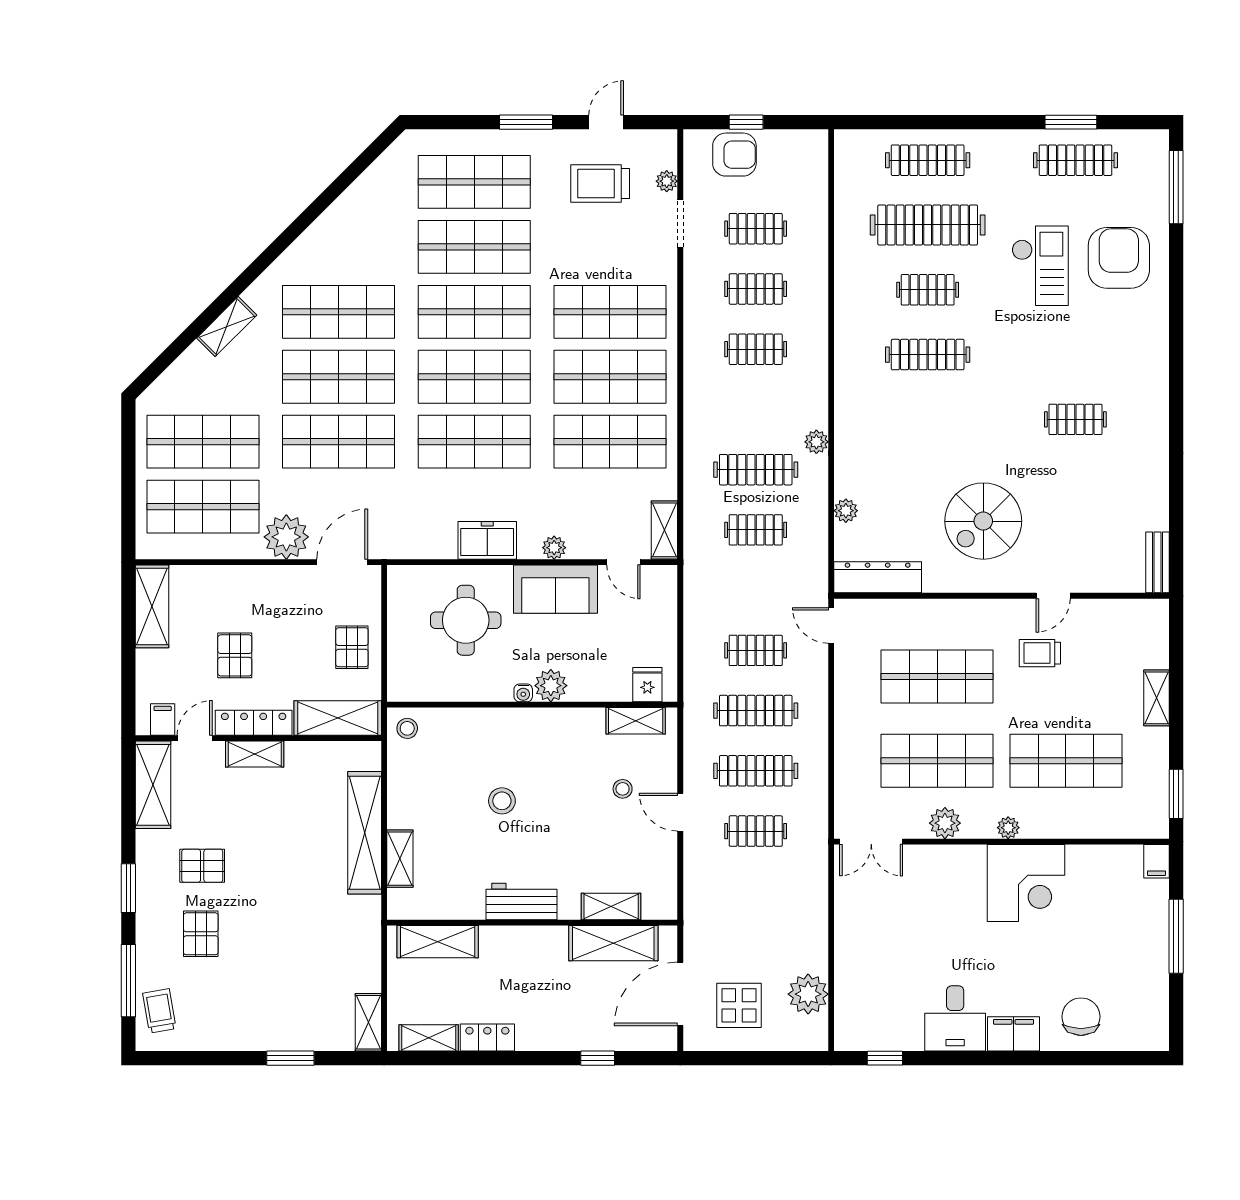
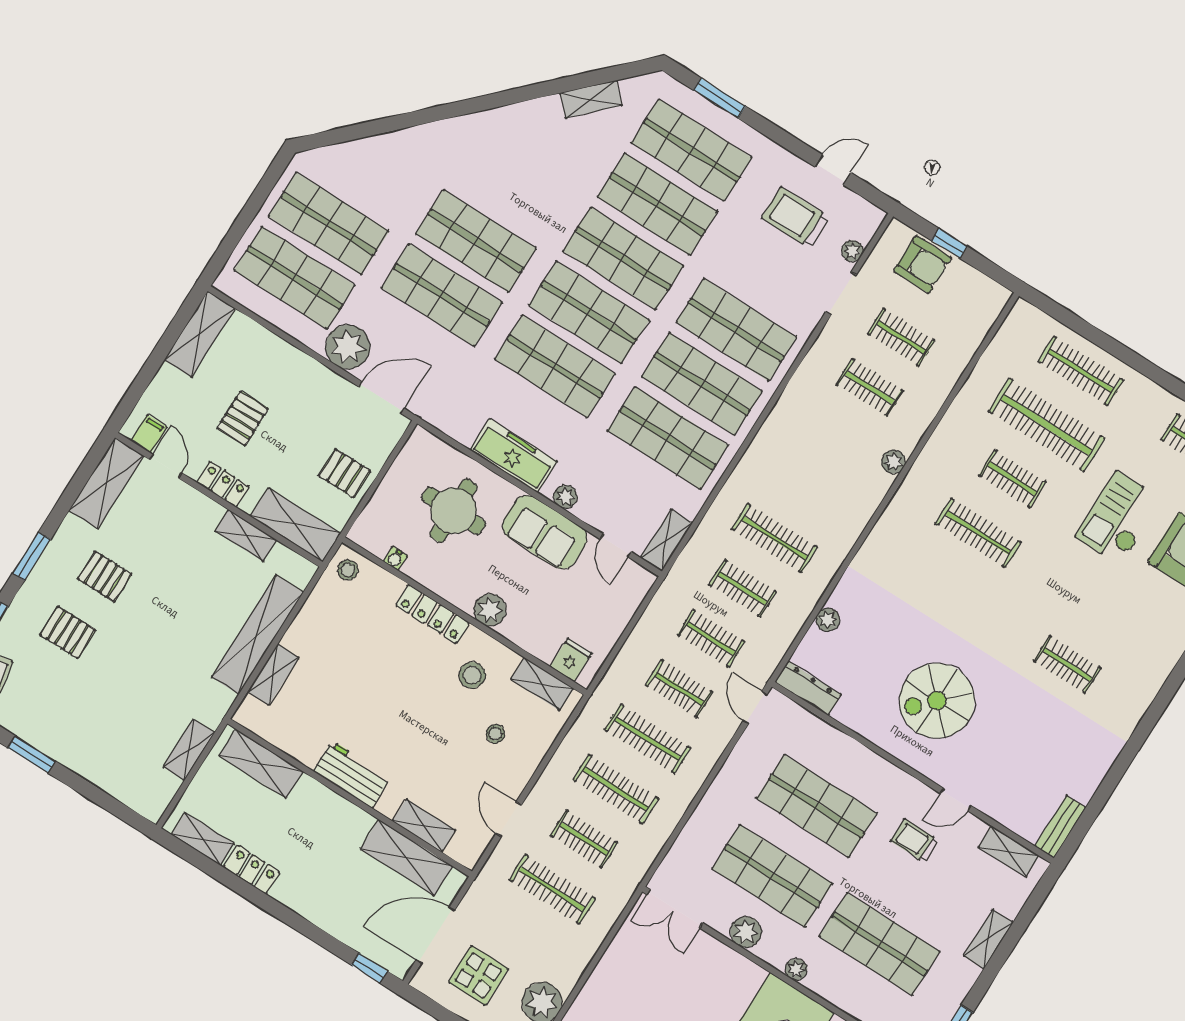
window: (526, 122) -> (719, 98), moved
checkout: (1040, 266) -> (1119, 518), turned 180
shop shelf: (339, 312) -> (510, 187), removed
shelving: (227, 327) -> (591, 99), moved
clothes rail: (756, 349) -> (711, 638), moved
plant: (816, 442) -> (893, 462), moved
freezer: (487, 540) -> (513, 456), width x1.40
dresser: (878, 577) -> (808, 688), width x0.73, depth x0.80
shelving: (1127, 611) -> (1009, 851), added
pallet: (352, 647) -> (345, 473), turned 90
water cooler: (523, 693) -> (395, 559), moved
locker: (504, 720) -> (433, 614), added
locker: (254, 723) -> (223, 484), width x0.66
door: (195, 738) -> (166, 466), hinge flipped
shelving: (255, 754) -> (246, 536), moved
stool: (502, 801) -> (472, 675), moved
door: (680, 812) -> (509, 819), moved
clothes rail: (756, 891) -> (552, 889), added
pallet: (201, 934) -> (68, 632), turned 90
shelving: (368, 1022) -> (189, 750), moved
window: (290, 1058) -> (32, 755), moved
window: (598, 1058) -> (369, 968), moved

